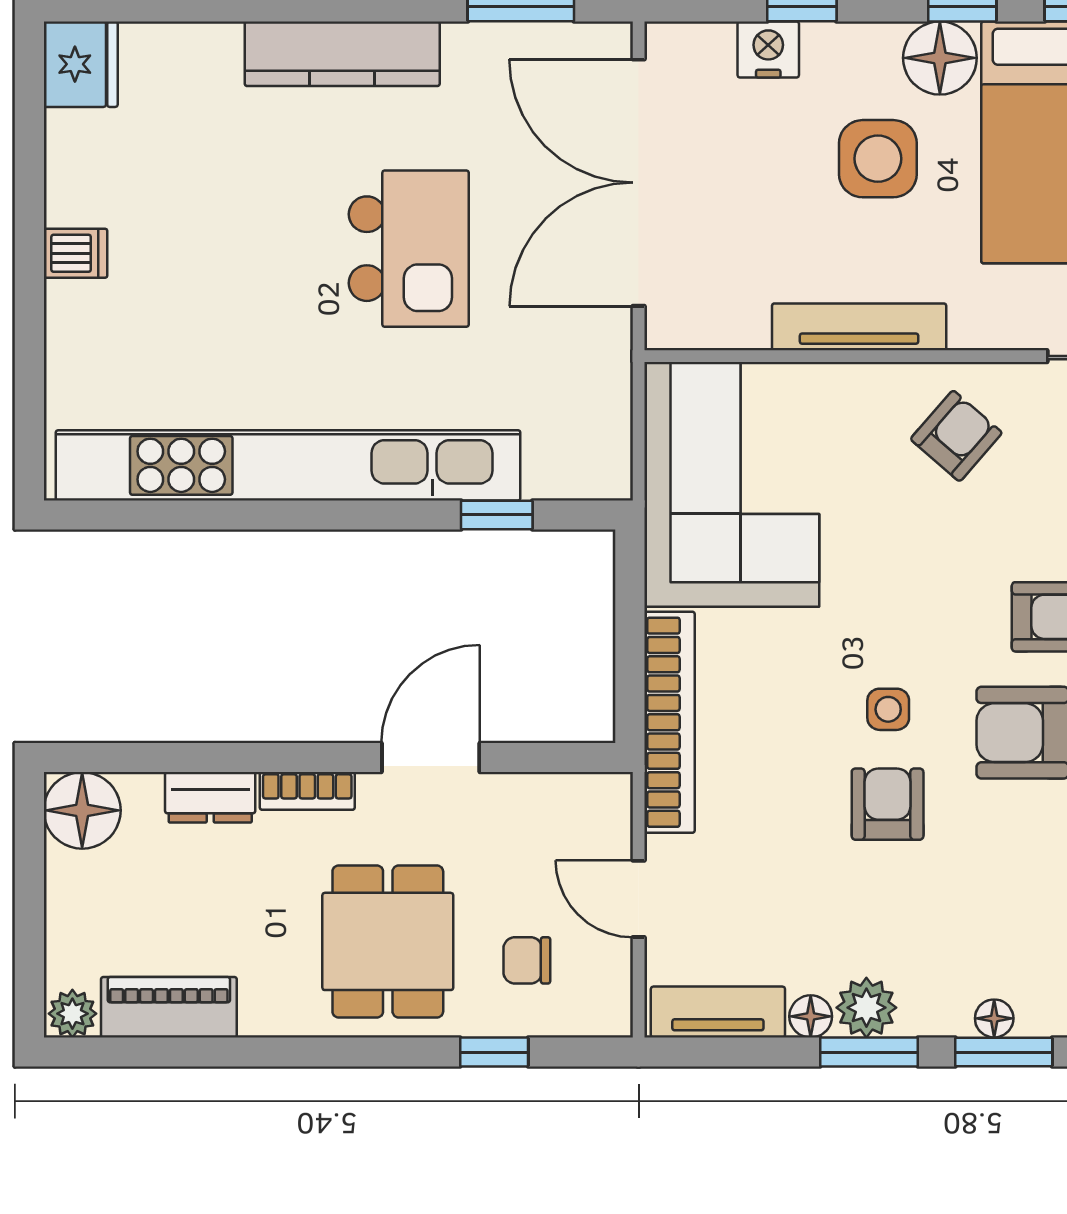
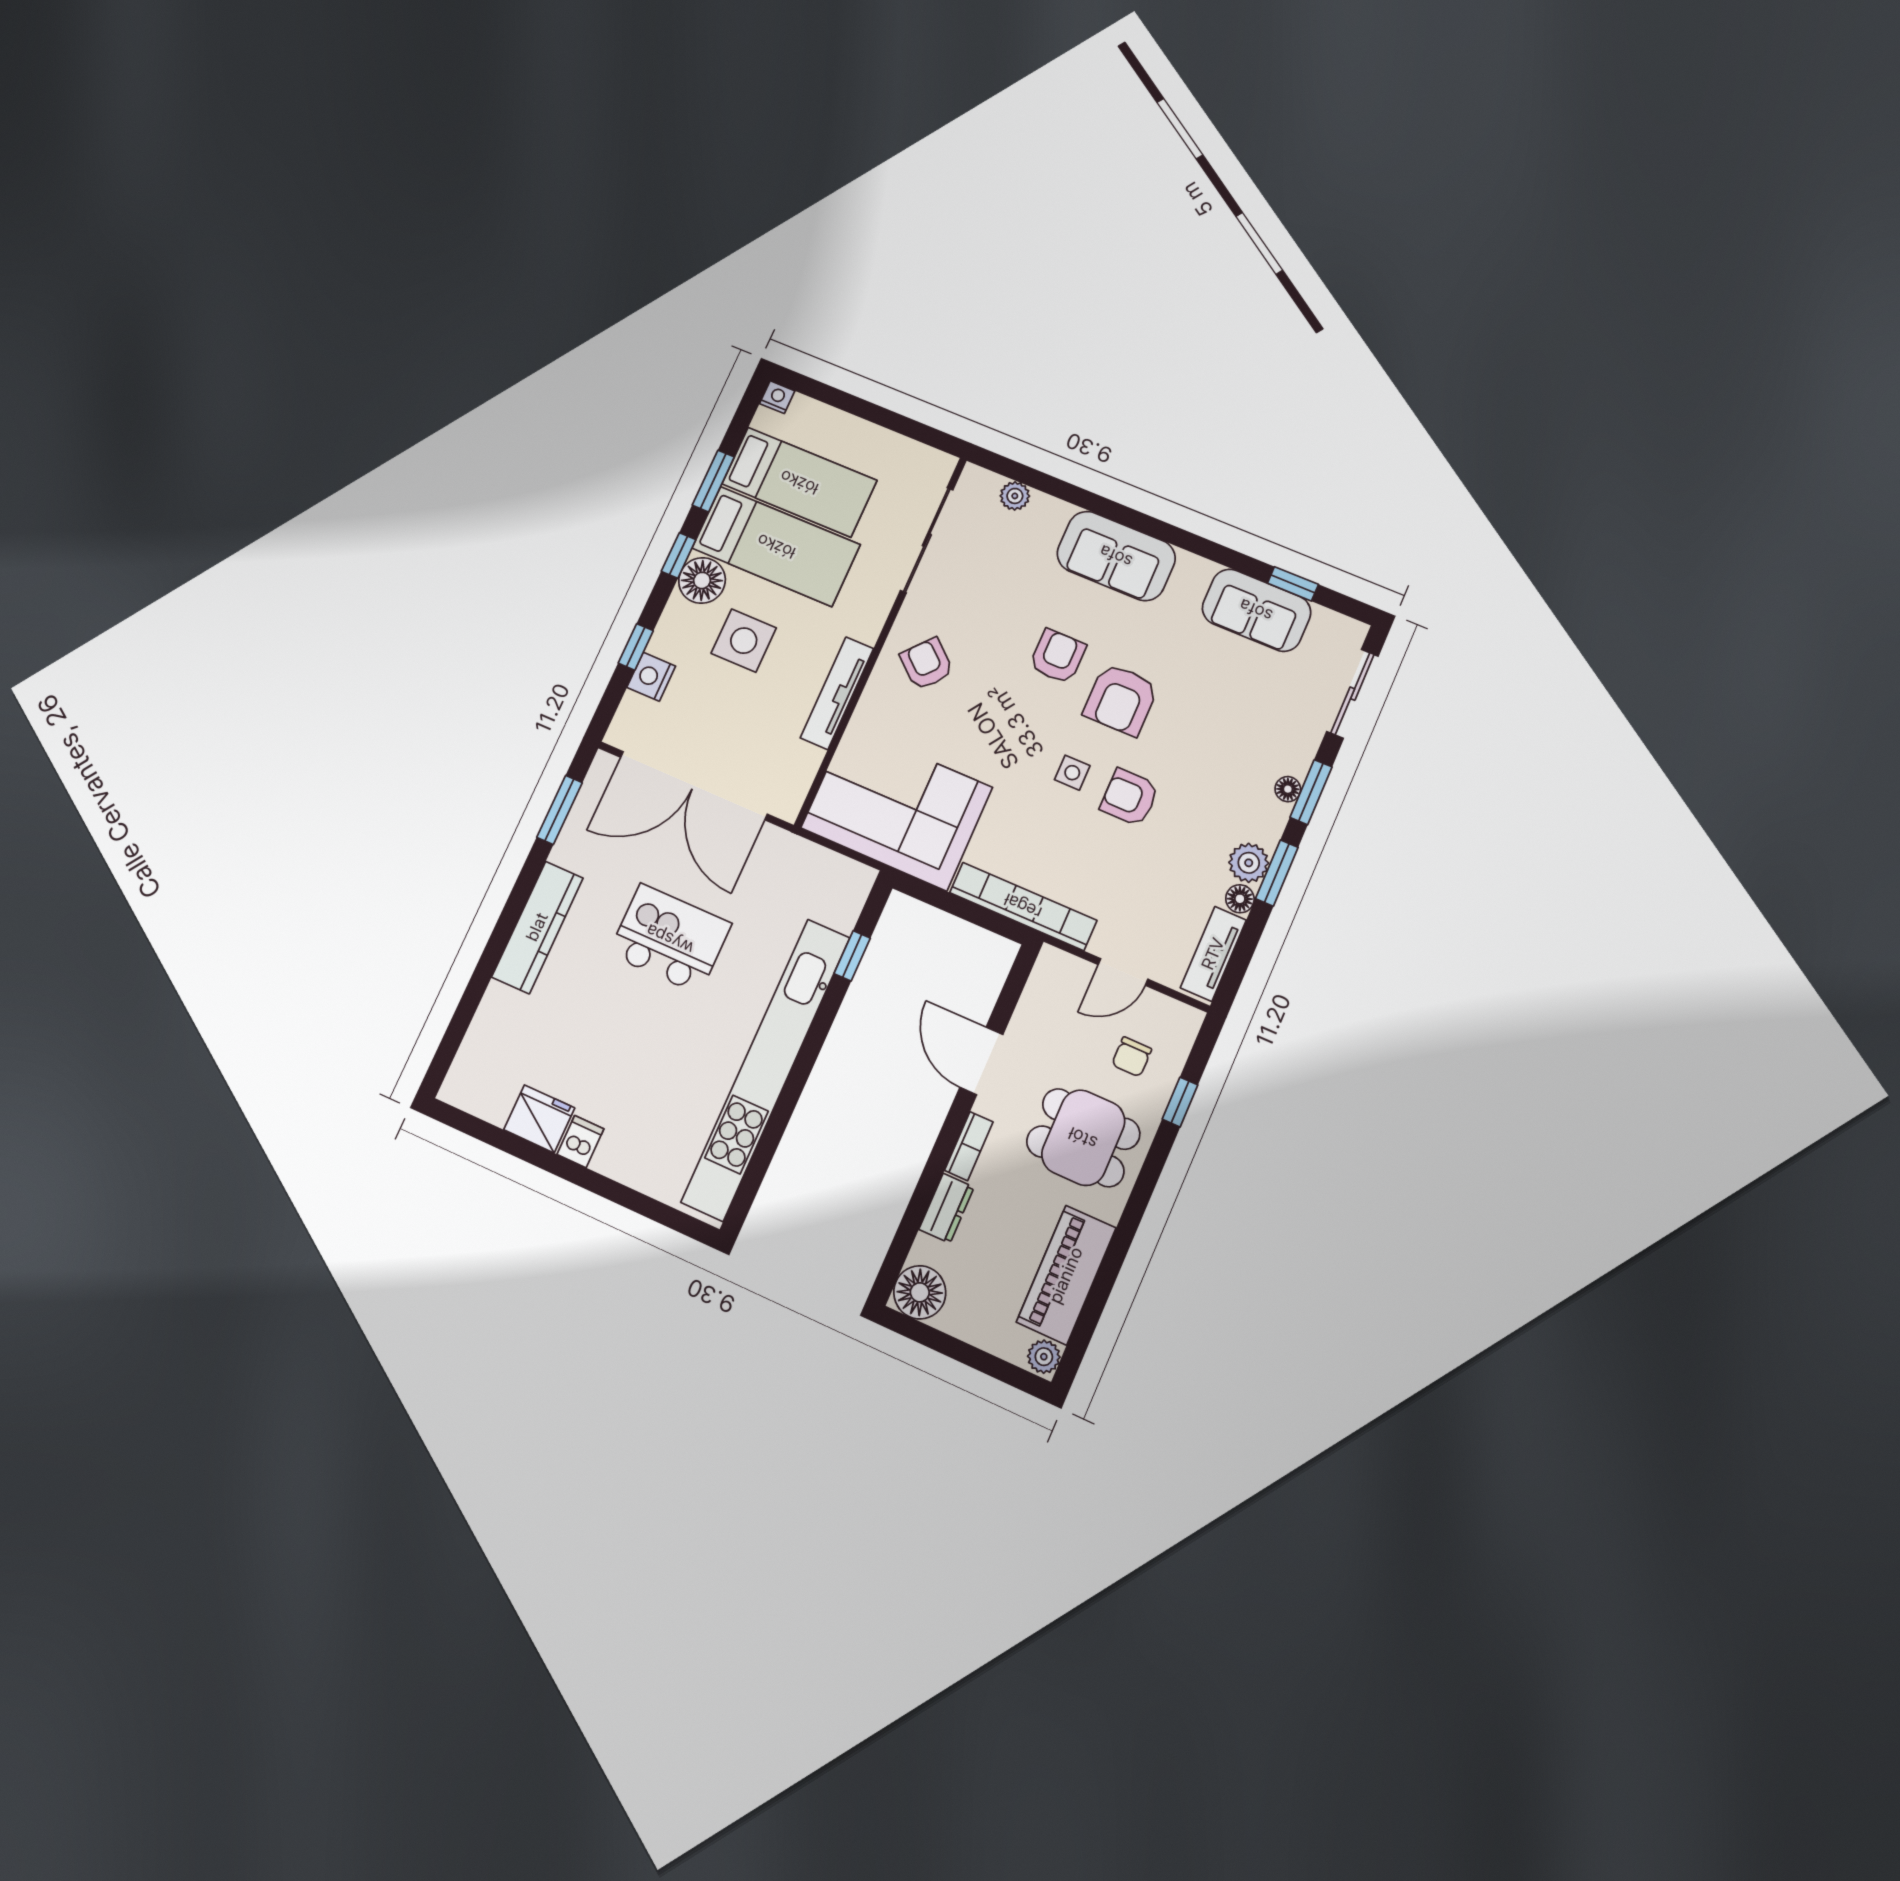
fridge: (81, 64) -> (539, 1119), moved
piano: (169, 1007) -> (1066, 1275), width x1.37, depth x1.33

